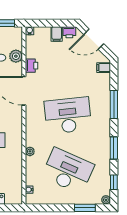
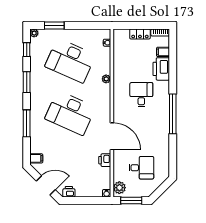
filing cabinet: (57, 34) -> (81, 190), removed
plant: (16, 56) -> (119, 188), moved
desk: (68, 115) -> (70, 113), turned 30

